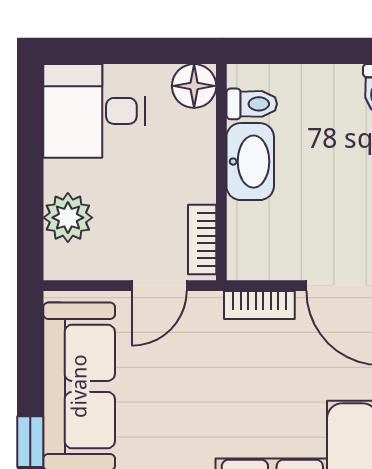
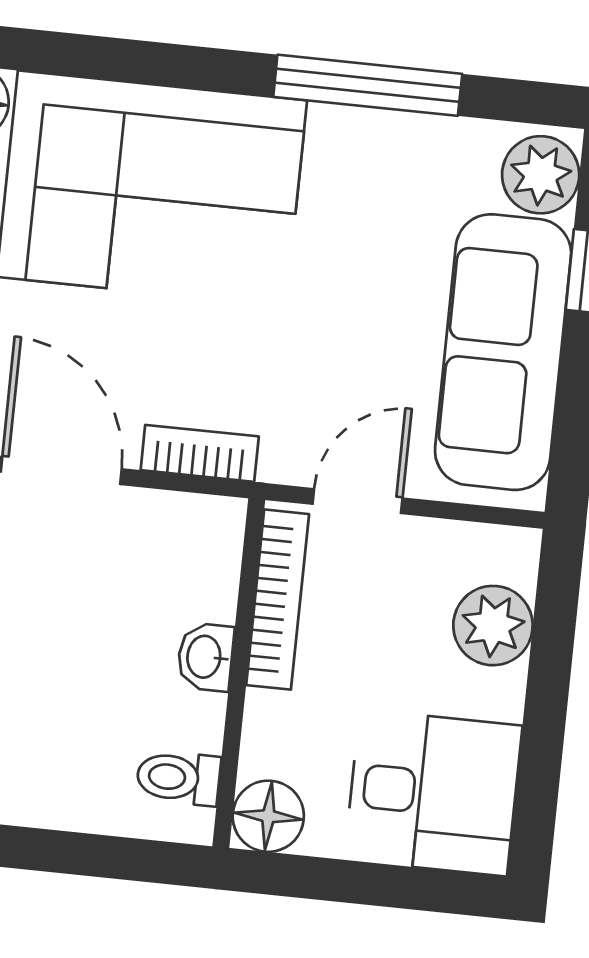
washbasin: (250, 162) -> (205, 657), width x0.52, depth x0.69
bookcase: (202, 240) -> (278, 600), width x1.56

